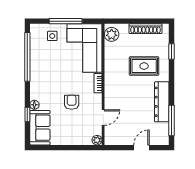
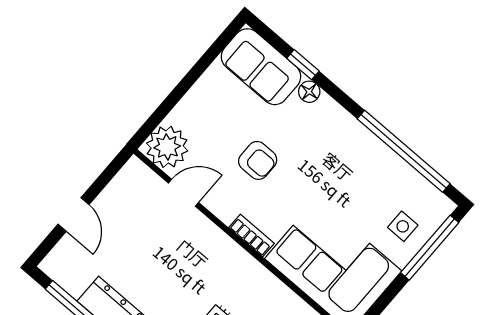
window: (66, 21) -> (430, 248), moved
door: (103, 118) -> (184, 193), swing flipped
plant: (97, 140) -> (167, 147), width x1.87, depth x1.87

